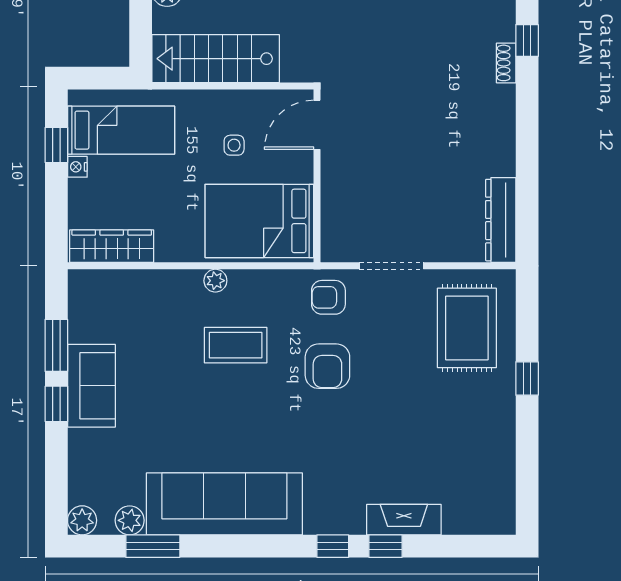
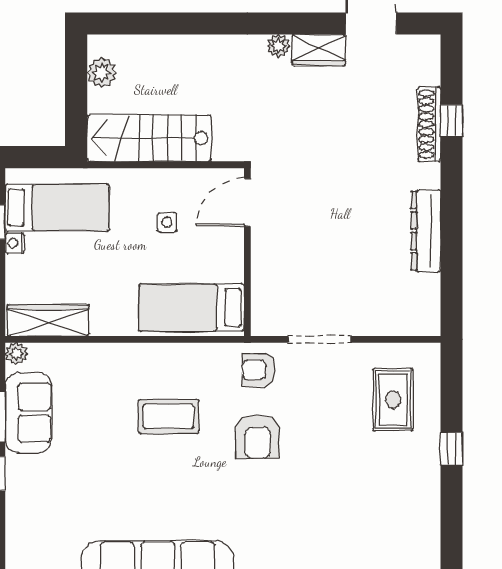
shoe rack: (506, 63) -> (429, 124), width x1.94, depth x1.24
dresser: (501, 220) -> (426, 231), moved
bed: (259, 221) -> (191, 308), width x0.67
plant: (215, 281) -> (16, 354), moved
rug: (467, 328) -> (393, 400), width x0.73, depth x0.70
sofa: (91, 386) -> (28, 413), moved

